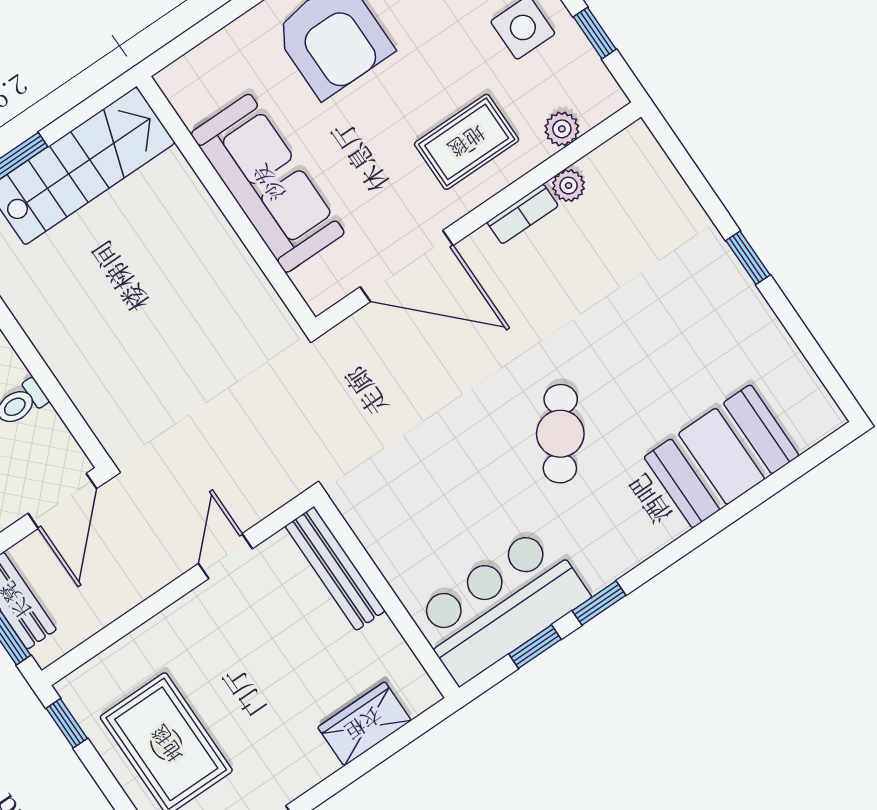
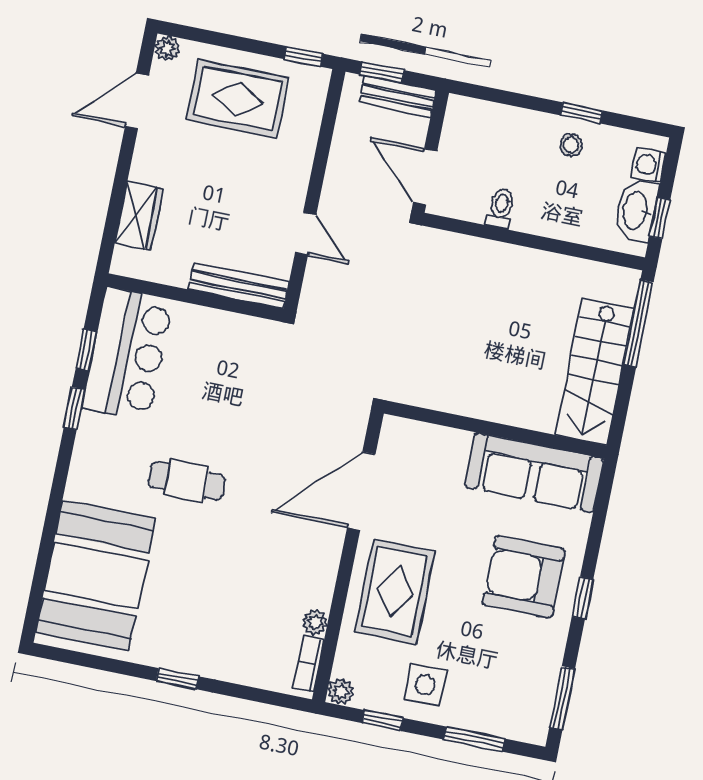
plant: (562, 129) -> (341, 692), moved
rug: (467, 142) -> (395, 592), width x1.36, depth x1.43
sofa: (268, 183) -> (534, 473), moved
bookcase: (523, 214) -> (309, 663), moved
cafe table: (560, 434) -> (187, 481), turned -35
booth: (722, 456) -> (96, 575), width x1.36, depth x1.42

